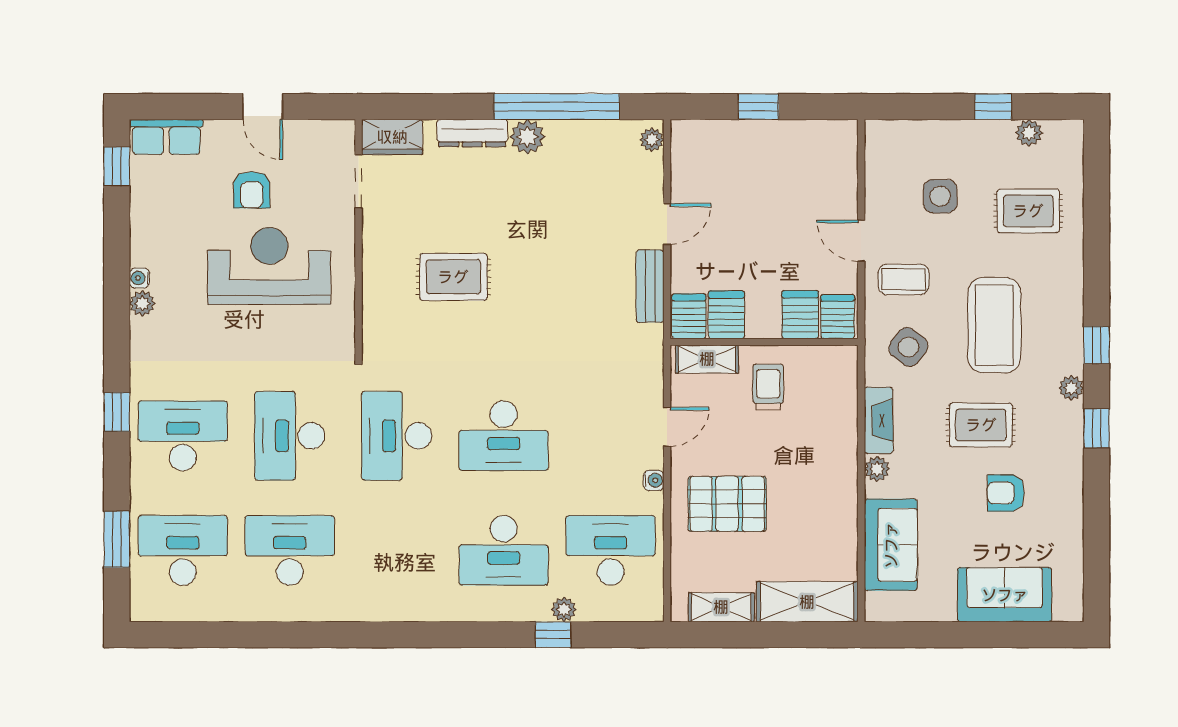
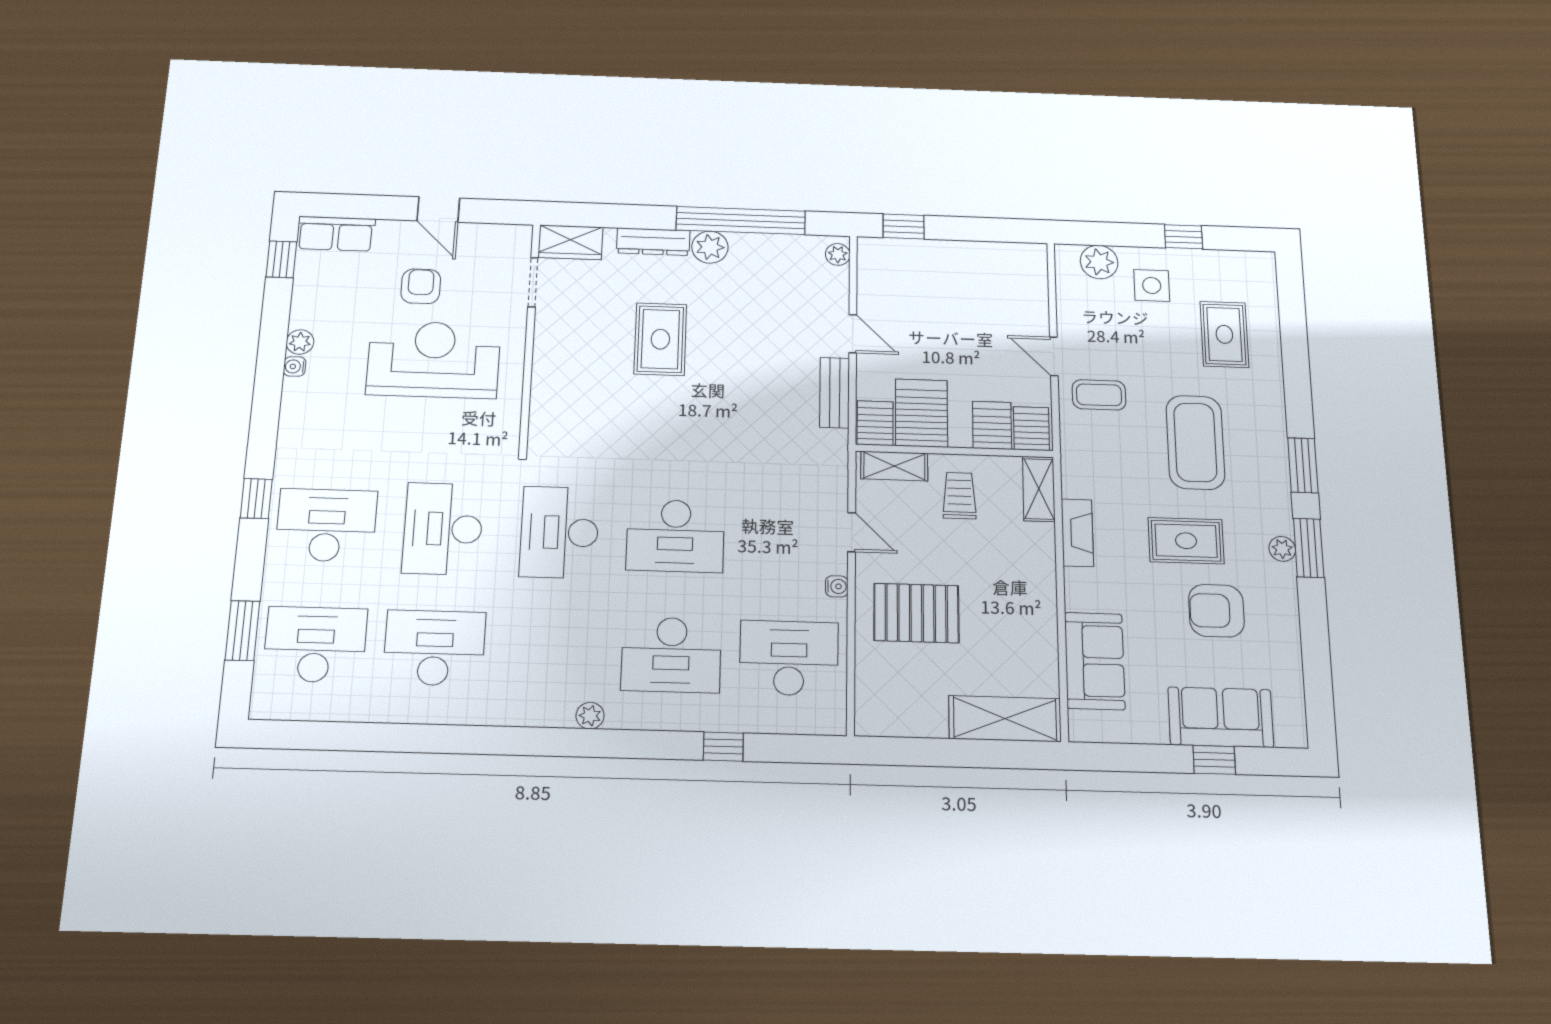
window: (758, 107) -> (904, 226), moved
plant: (1029, 133) -> (1099, 262), moved, width x1.38, depth x1.38
armchair: (252, 190) -> (421, 286), turned 180
side table: (940, 196) -> (1152, 285), moved
rug: (1028, 211) -> (1224, 334), turned 90
door: (667, 224) -> (853, 334), hinge flipped
rug: (453, 277) -> (660, 339), moved, turned 90
plant: (142, 303) -> (300, 342), moved
server rack: (726, 315) -> (921, 413), width x1.36, depth x1.44
window: (1096, 345) -> (1303, 465), width x1.50
side table: (908, 347) -> (1106, 461), removed
plant: (1071, 388) -> (1282, 549), moved
door: (667, 427) -> (852, 532), hinge flipped
window: (1096, 428) -> (1309, 548), width x1.50
plant: (877, 469) -> (1077, 582), removed
armchair: (1006, 493) -> (1216, 611), width x1.38, depth x1.38
shelving: (721, 607) -> (1039, 489), moved, turned 90
plant: (564, 609) -> (590, 716), moved
window: (997, 635) -> (1214, 760), added

